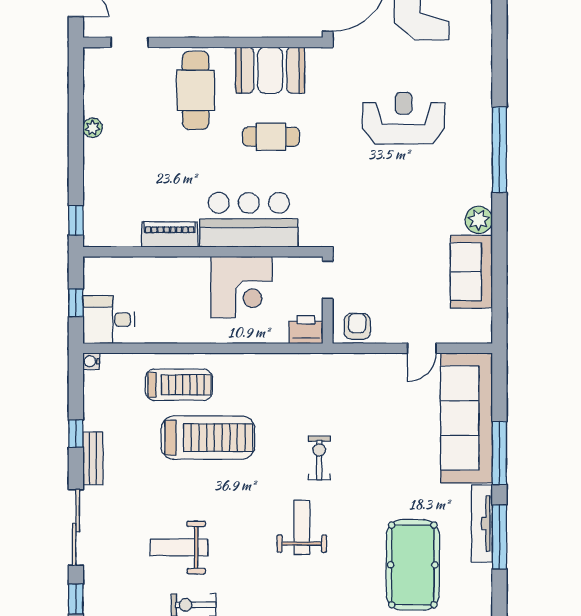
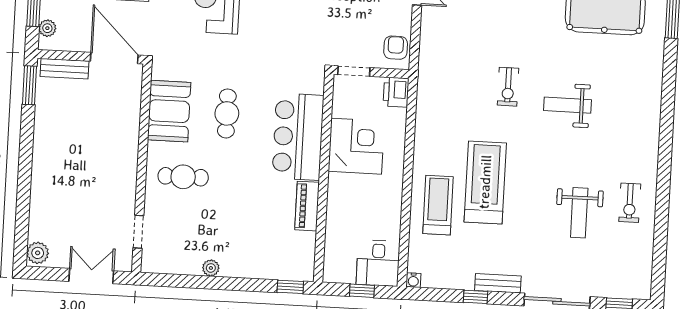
cafe table: (196, 90) -> (183, 177), width x0.73, depth x0.74
armchair: (357, 326) -> (396, 48), turned 90
exercise bike: (319, 458) -> (508, 87), turned -90

